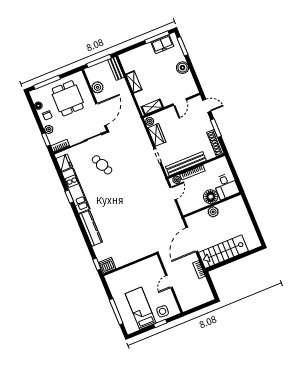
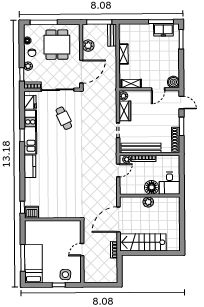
boiler: (183, 68) -> (173, 82), moved
kitchen counter: (91, 228) -> (30, 166), width x0.67
bed: (141, 308) -> (33, 264), moved

